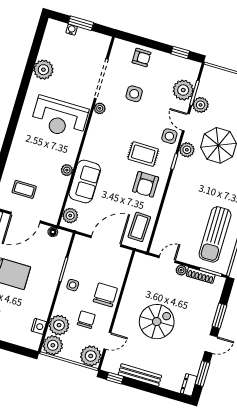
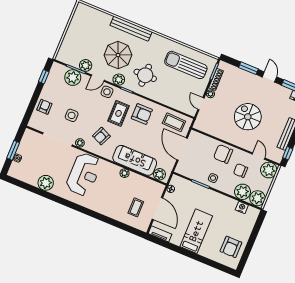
armchair: (112, 135) -> (101, 136), added
sofa: (85, 182) -> (135, 160), width x1.36
round table: (196, 183) -> (145, 75), added
sun lounger: (215, 234) -> (186, 65), turned 180

